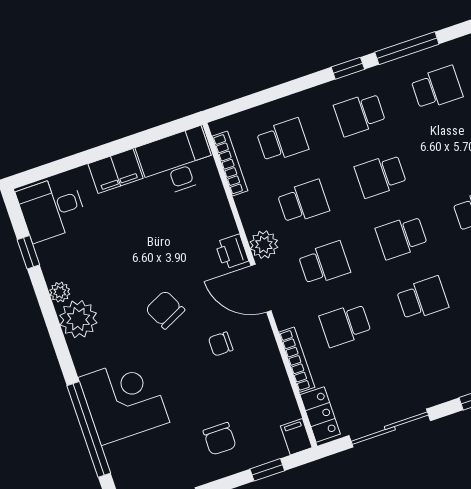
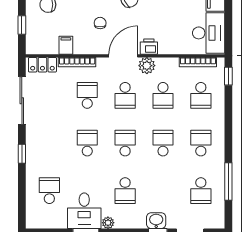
window: (348, 68) -> (228, 76), moved
school desk: (422, 299) -> (87, 143), turned 180
filing cabinet: (296, 437) -> (66, 45), moved, turned -90

